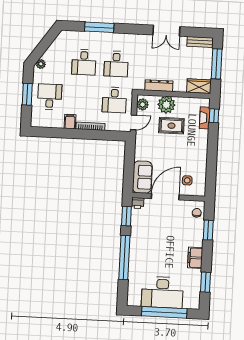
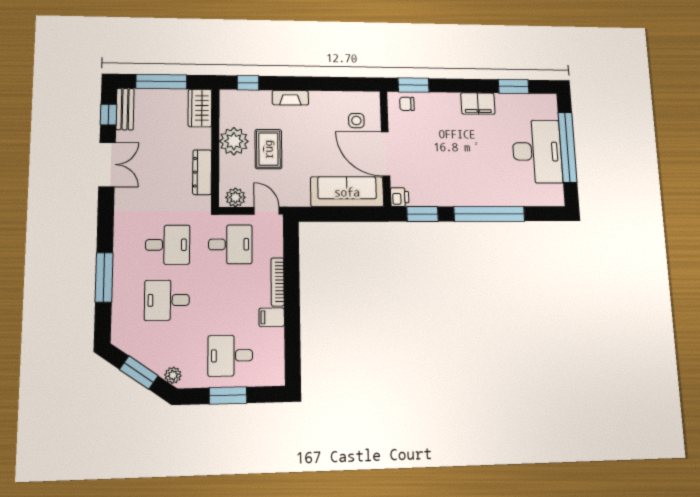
window: (197, 32) -> (108, 115), added
window: (44, 45) -> (139, 373), added
desk: (84, 62) -> (167, 300), turned 180
plant: (166, 105) -> (234, 141), moved
fireplace: (205, 118) -> (290, 98), moved
sofa: (142, 177) -> (347, 192), width x1.36
window: (208, 230) -> (414, 85), moved

